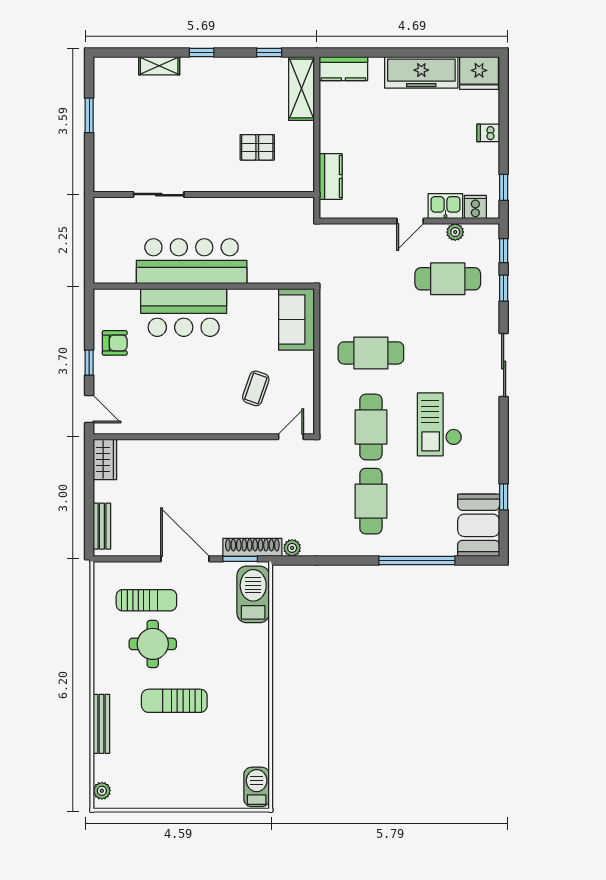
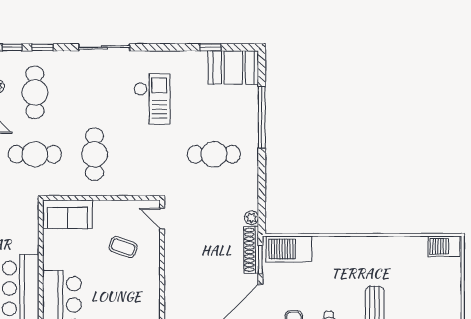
checkout: (439, 424) -> (152, 99), turned -90
cafe table: (371, 427) -> (35, 154), moved

